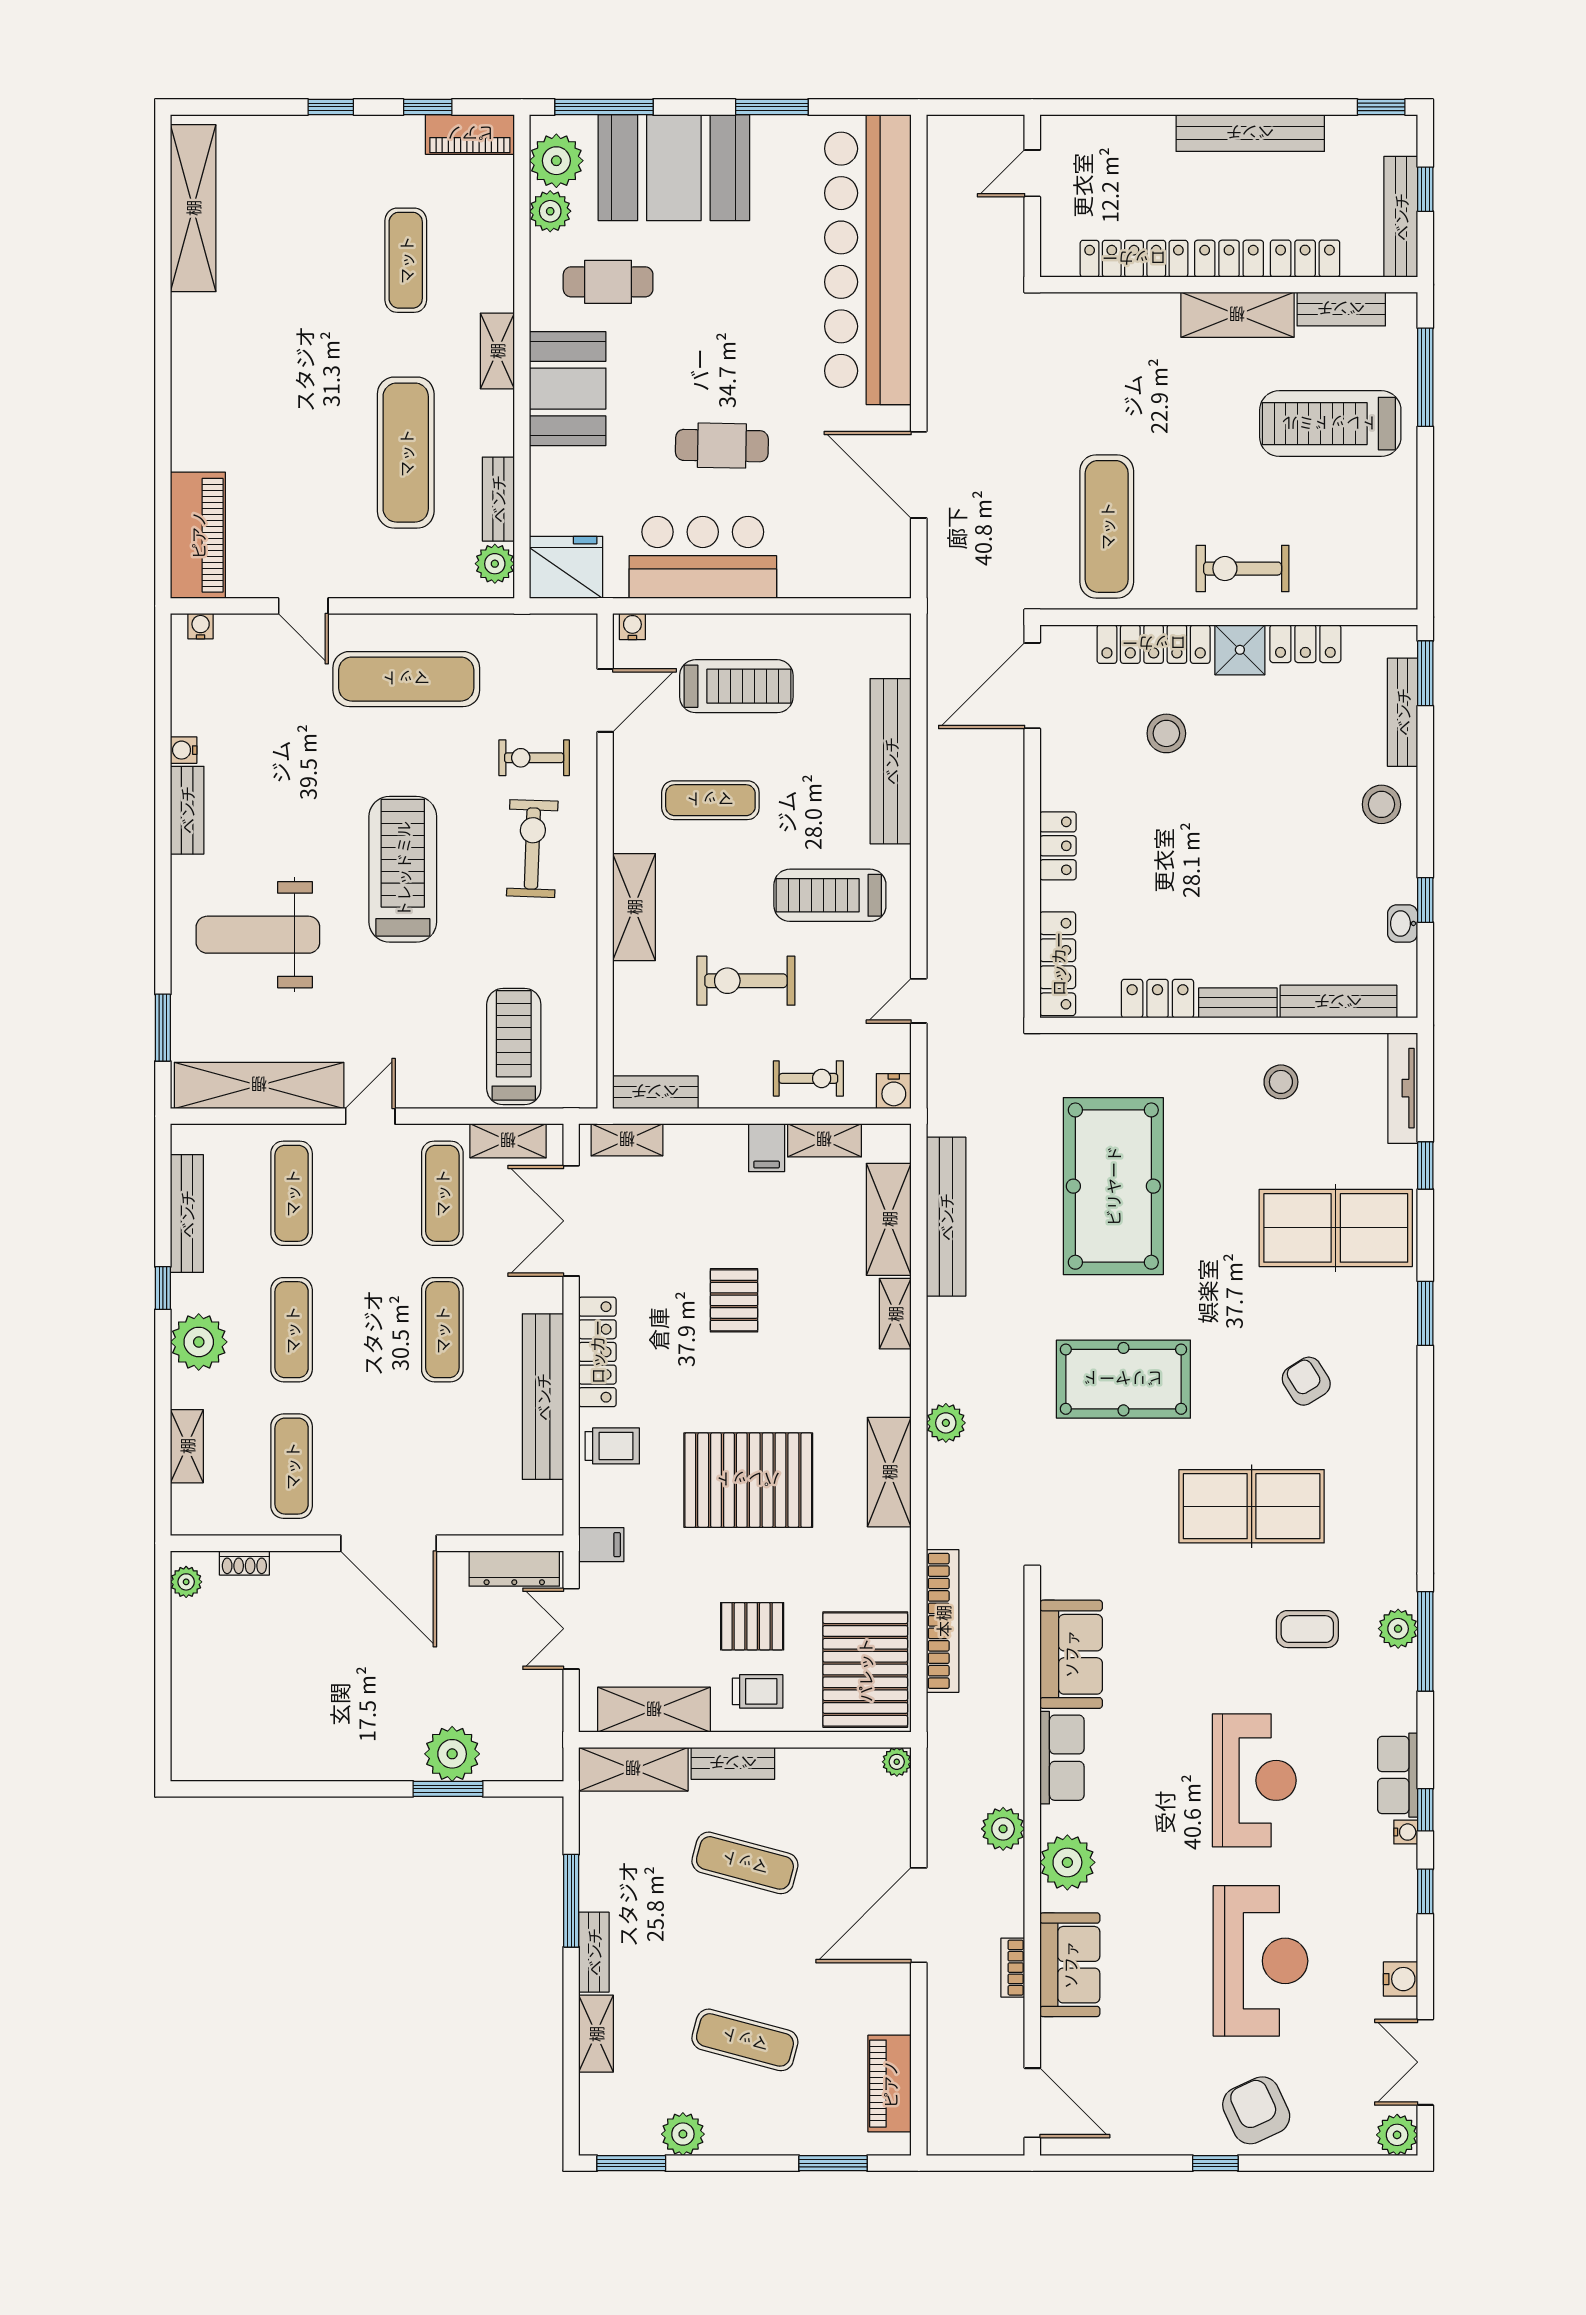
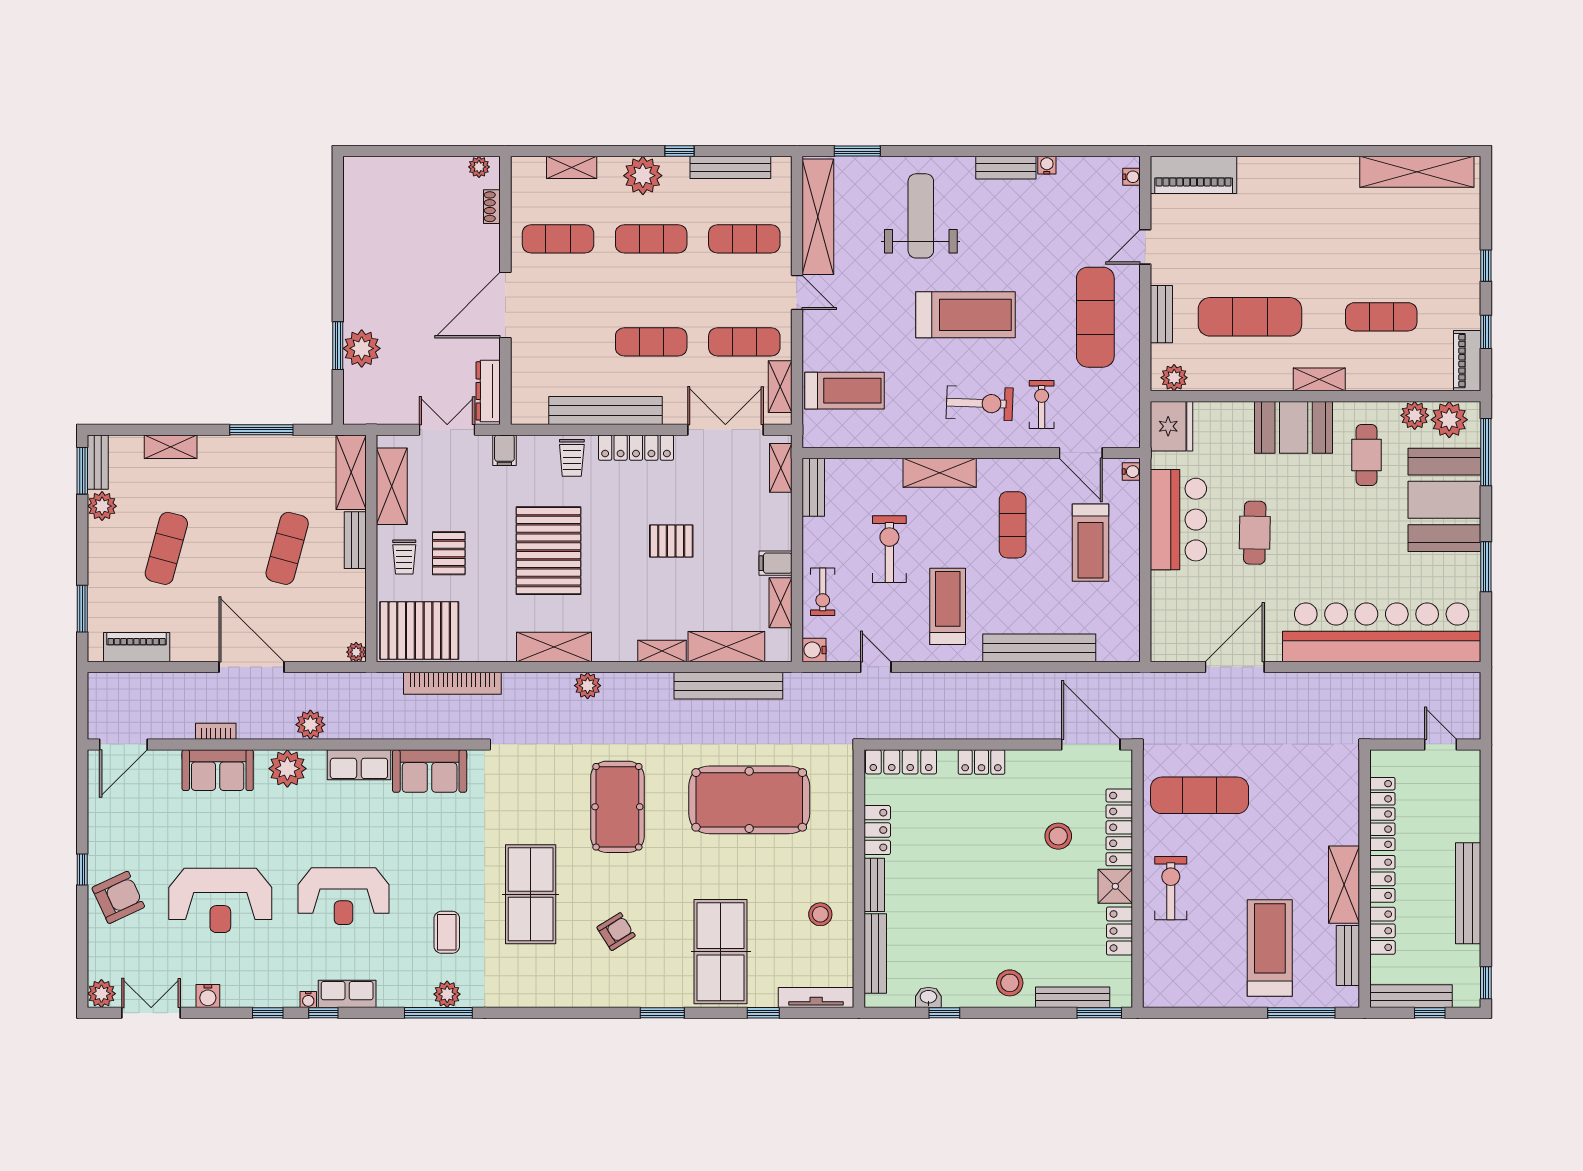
bench: (498, 499) -> (1161, 314), moved, turned 90
bench: (594, 1952) -> (98, 462), moved, turned 90

